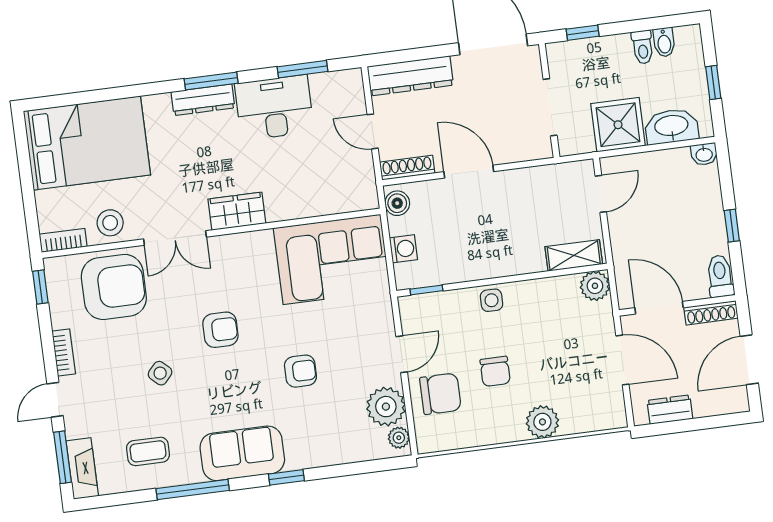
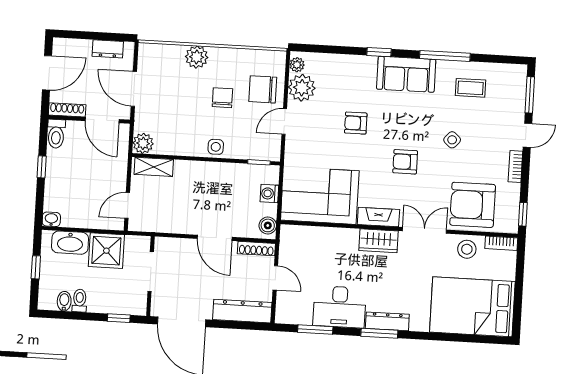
fireplace: (82, 468) -> (378, 217), moved, turned 90

